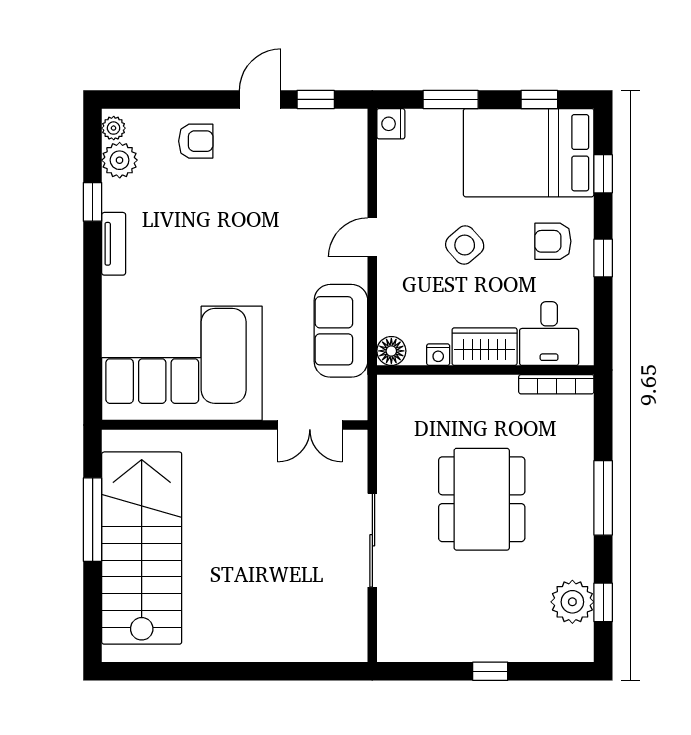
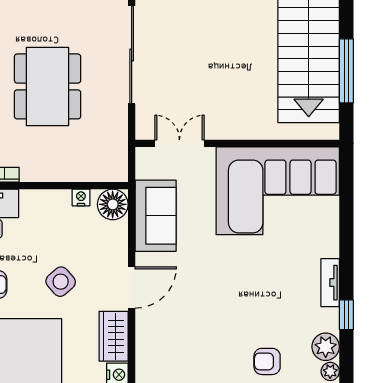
door: (372, 237) -> (132, 287), width x1.38
wardrobe: (485, 347) -> (114, 336), moved, turned 90
floor lamp: (391, 351) -> (113, 204), width x1.38, depth x1.38
sliding door: (372, 540) -> (132, 55), width x1.36

